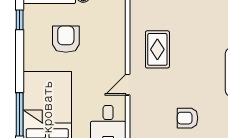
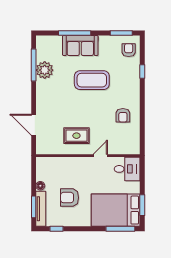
door: (128, 85) -> (100, 156), swing flipped

